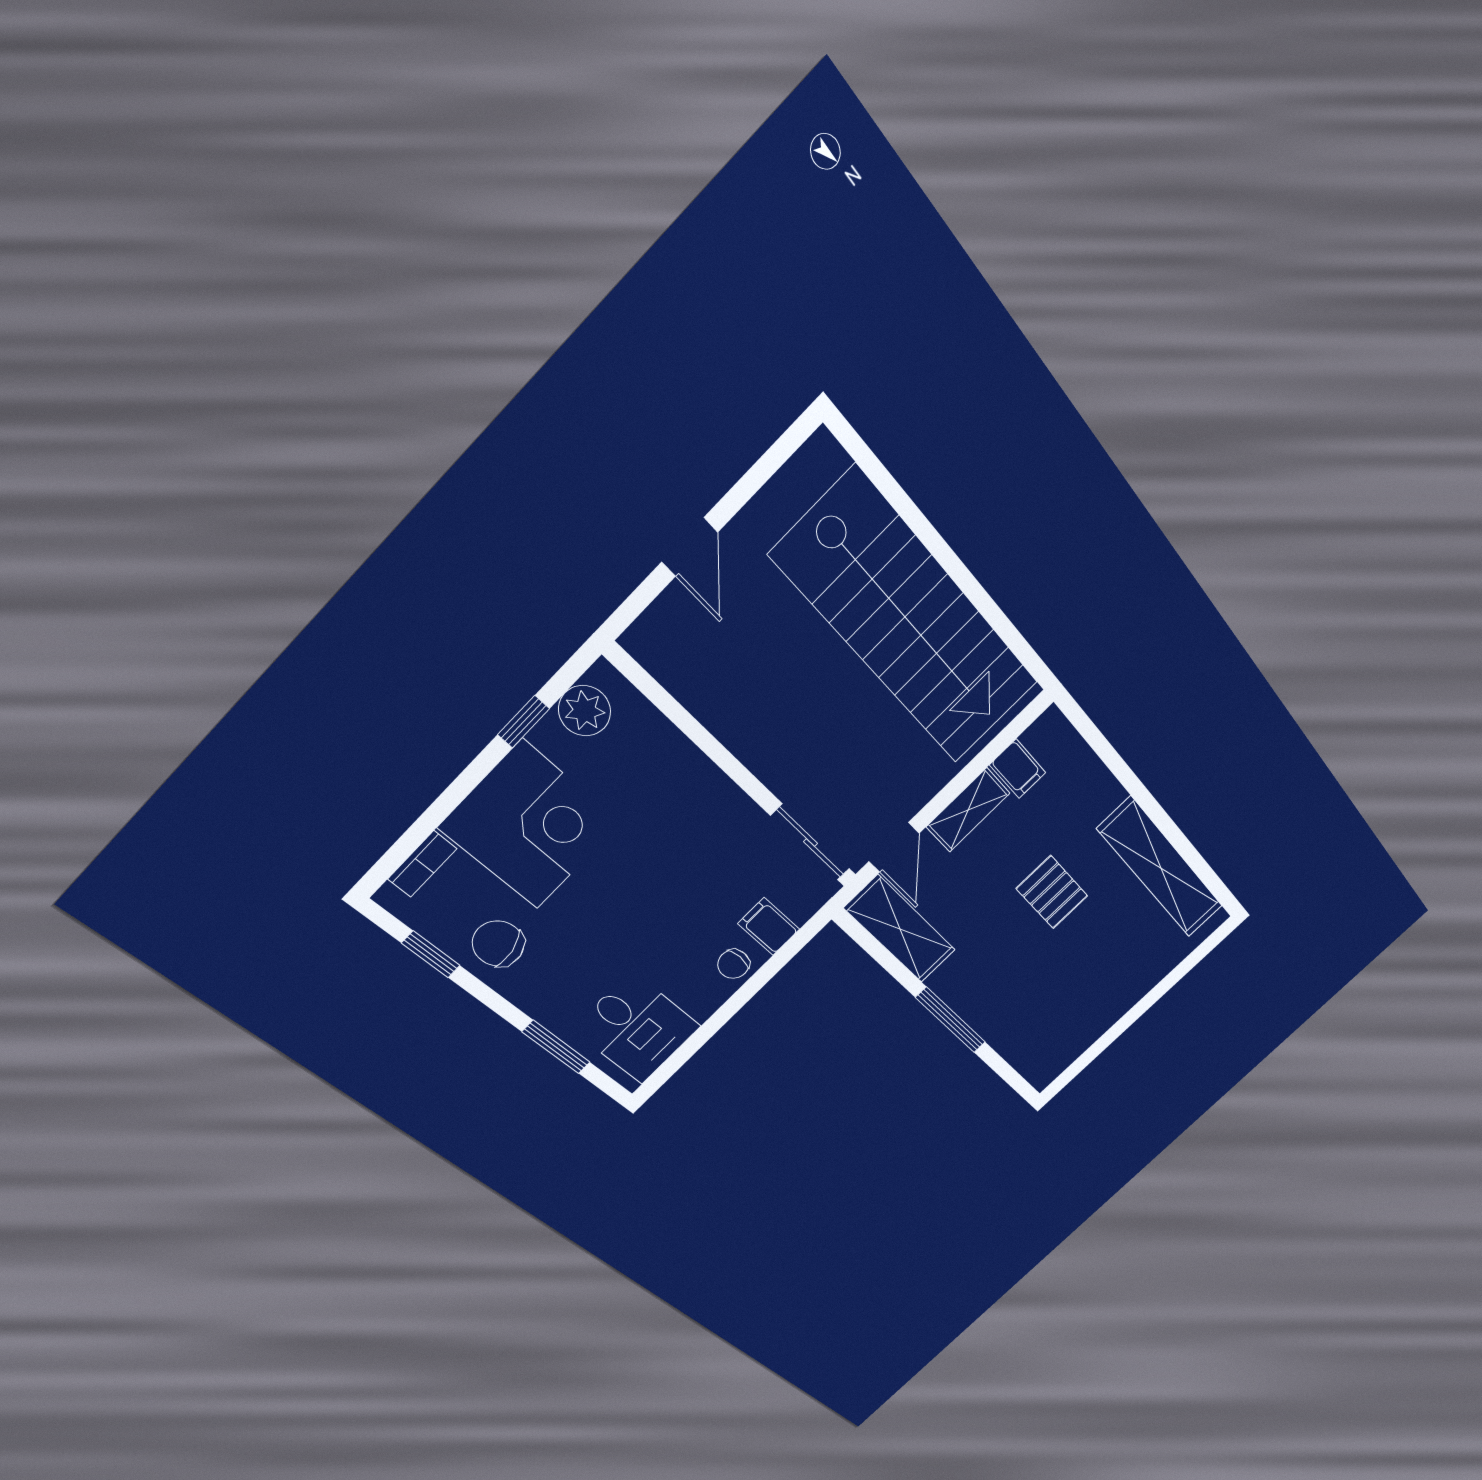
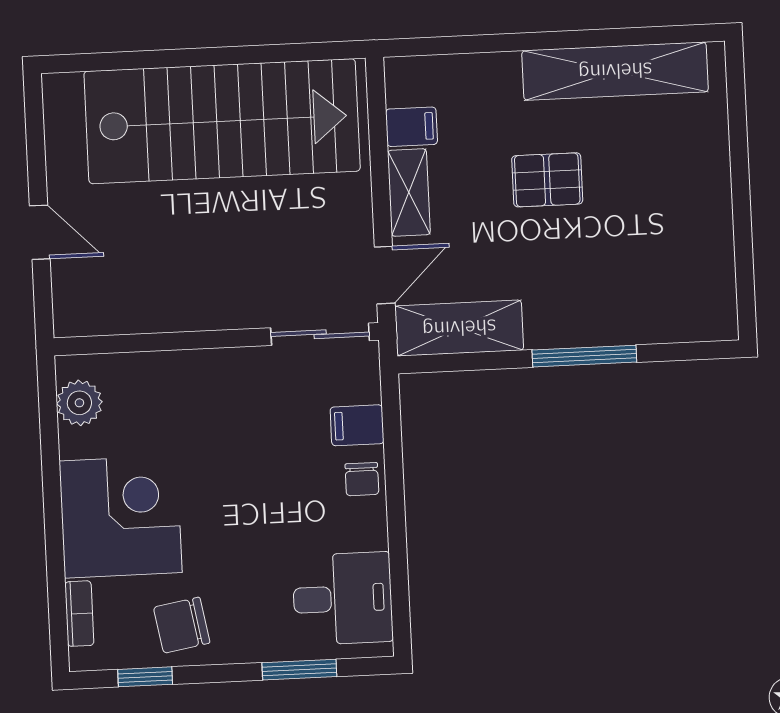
window: (524, 722) -> (50, 450), removed
door: (894, 847) -> (385, 275), hinge flipped

